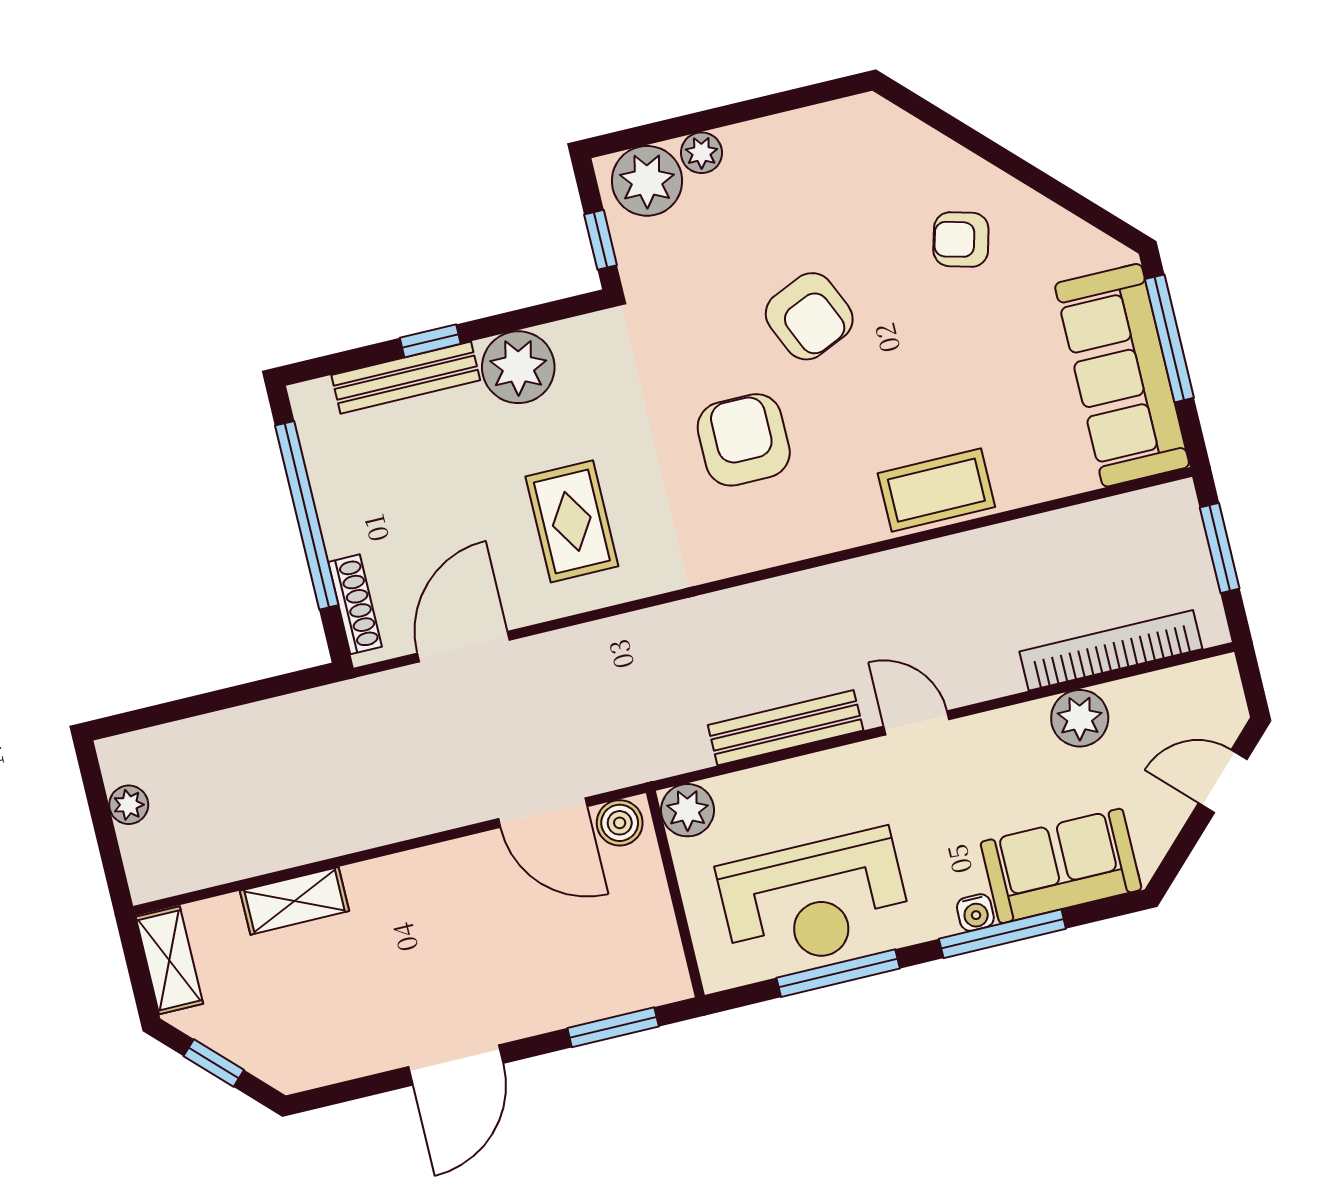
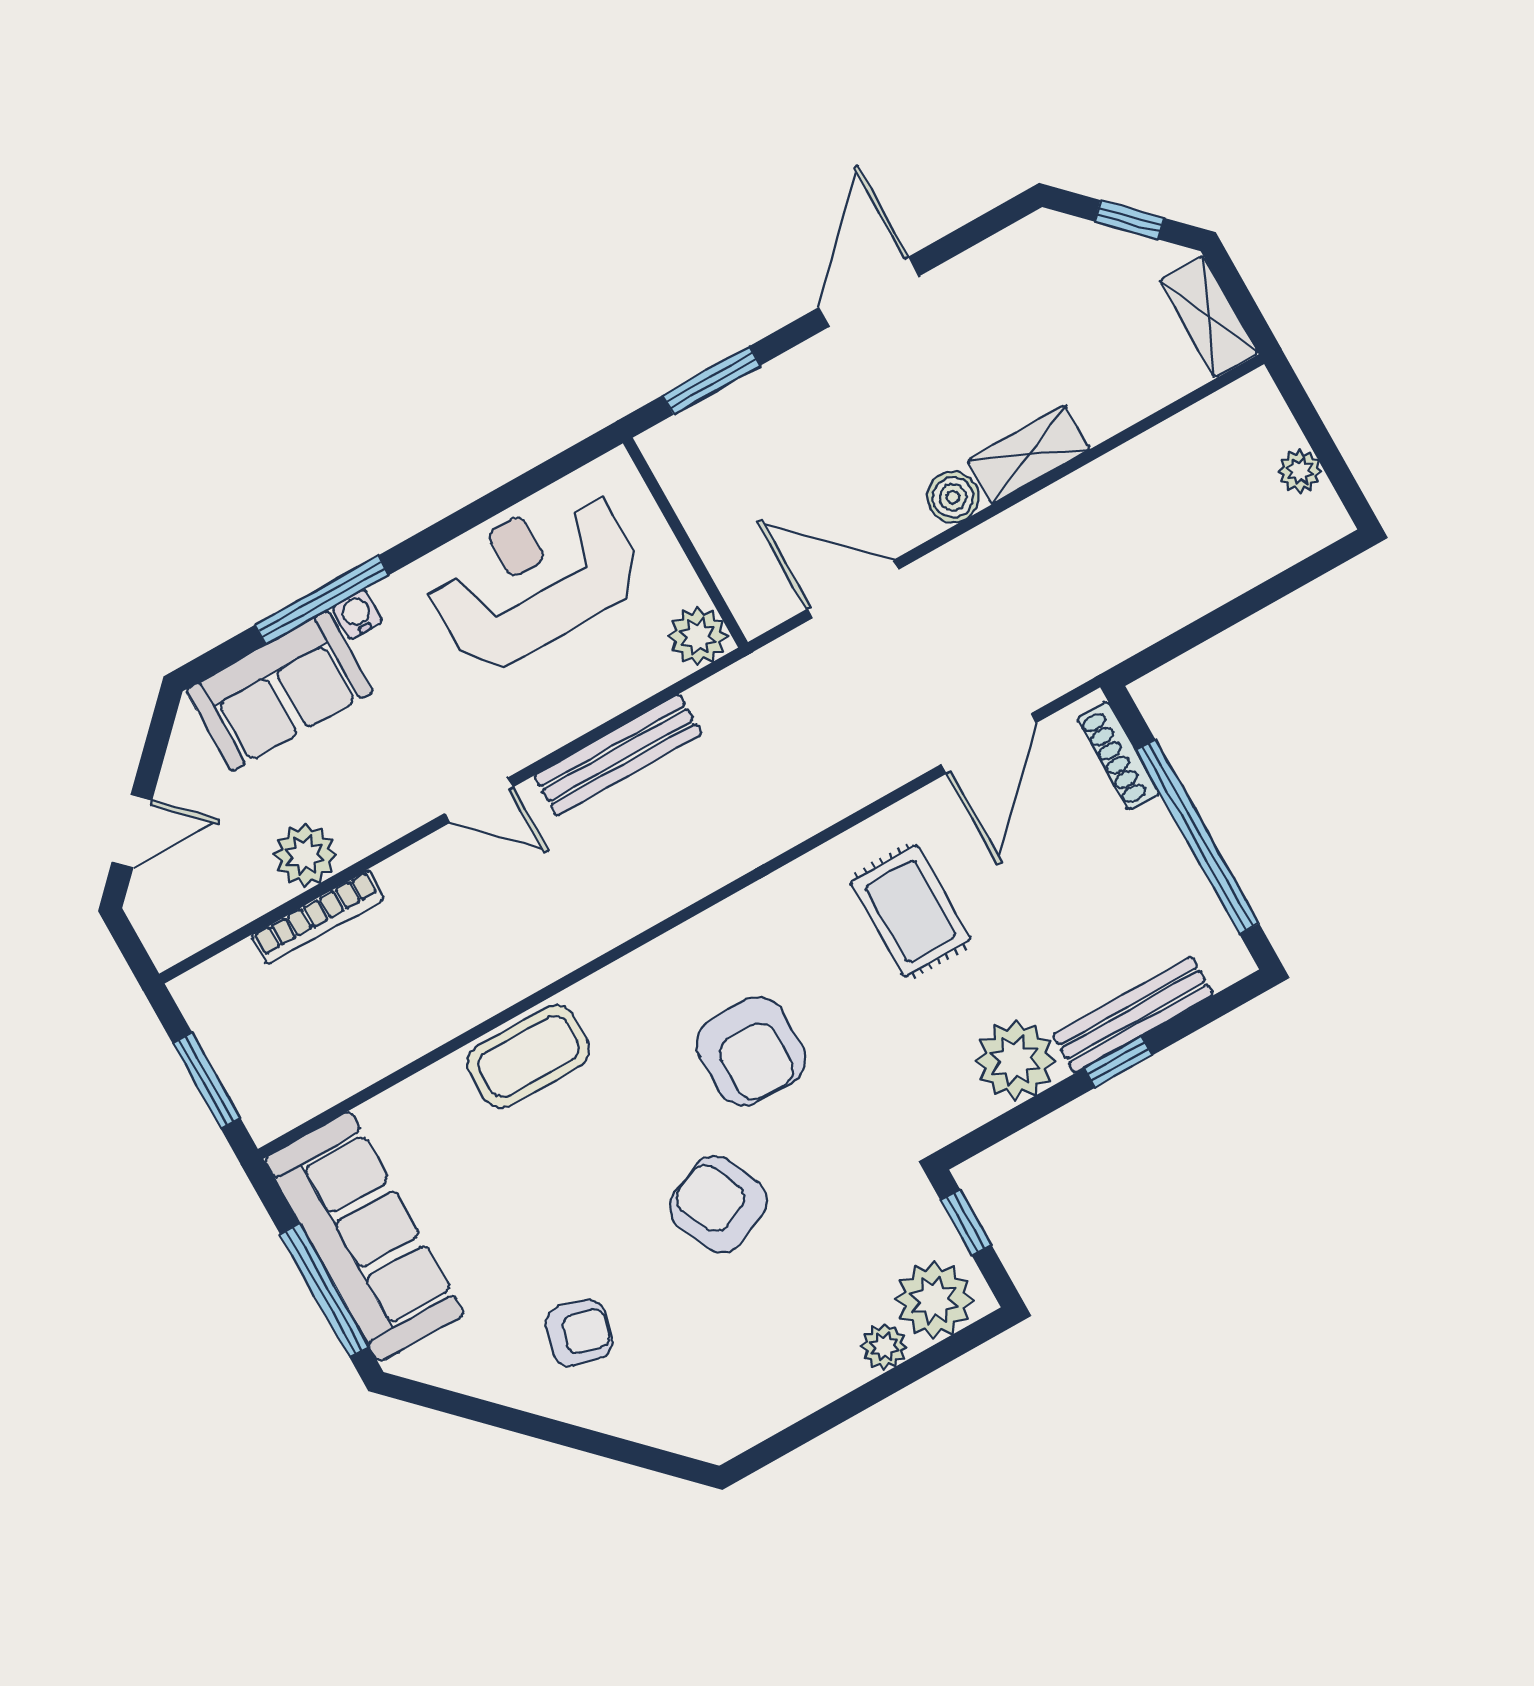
bookcase: (1111, 650) -> (318, 917), width x0.68, depth x0.76
boiler: (620, 823) -> (953, 497), moved
shelving: (295, 901) -> (1028, 455), moved
window: (838, 973) -> (486, 507), removed

